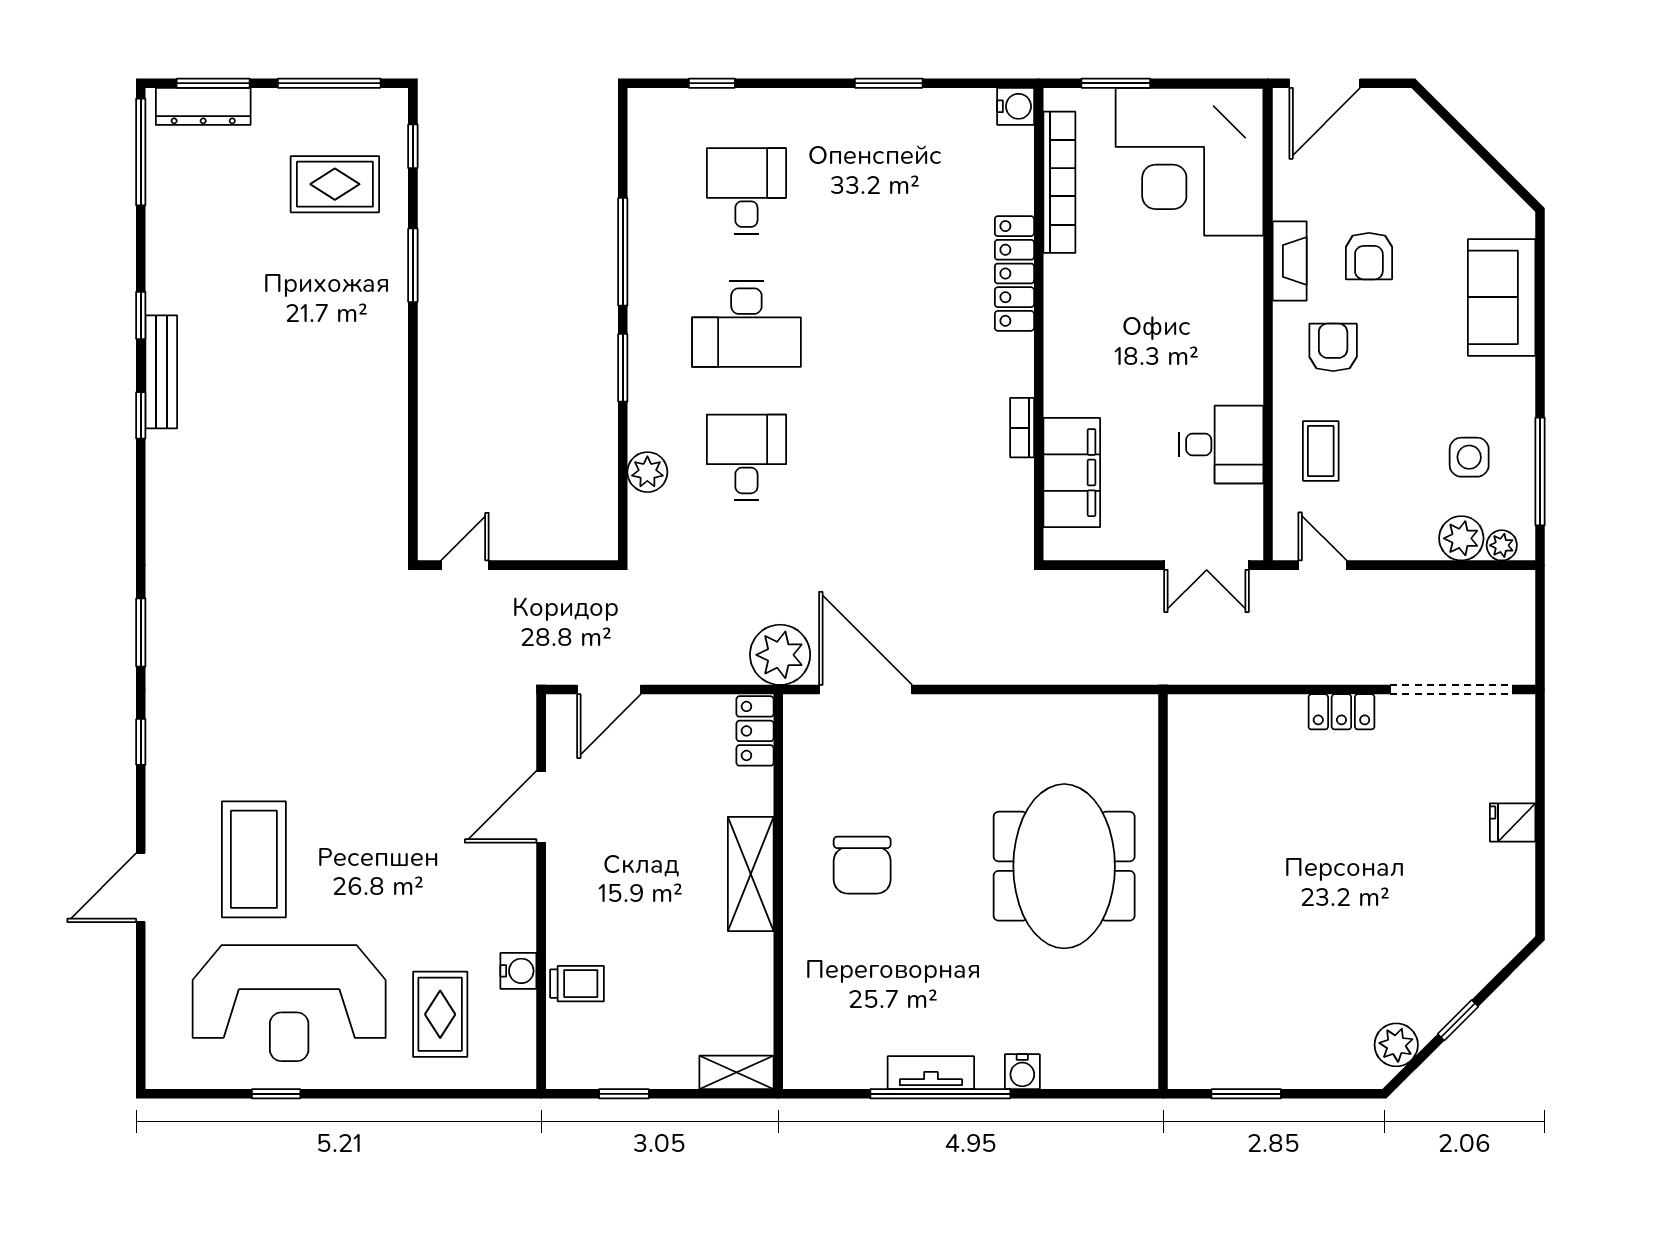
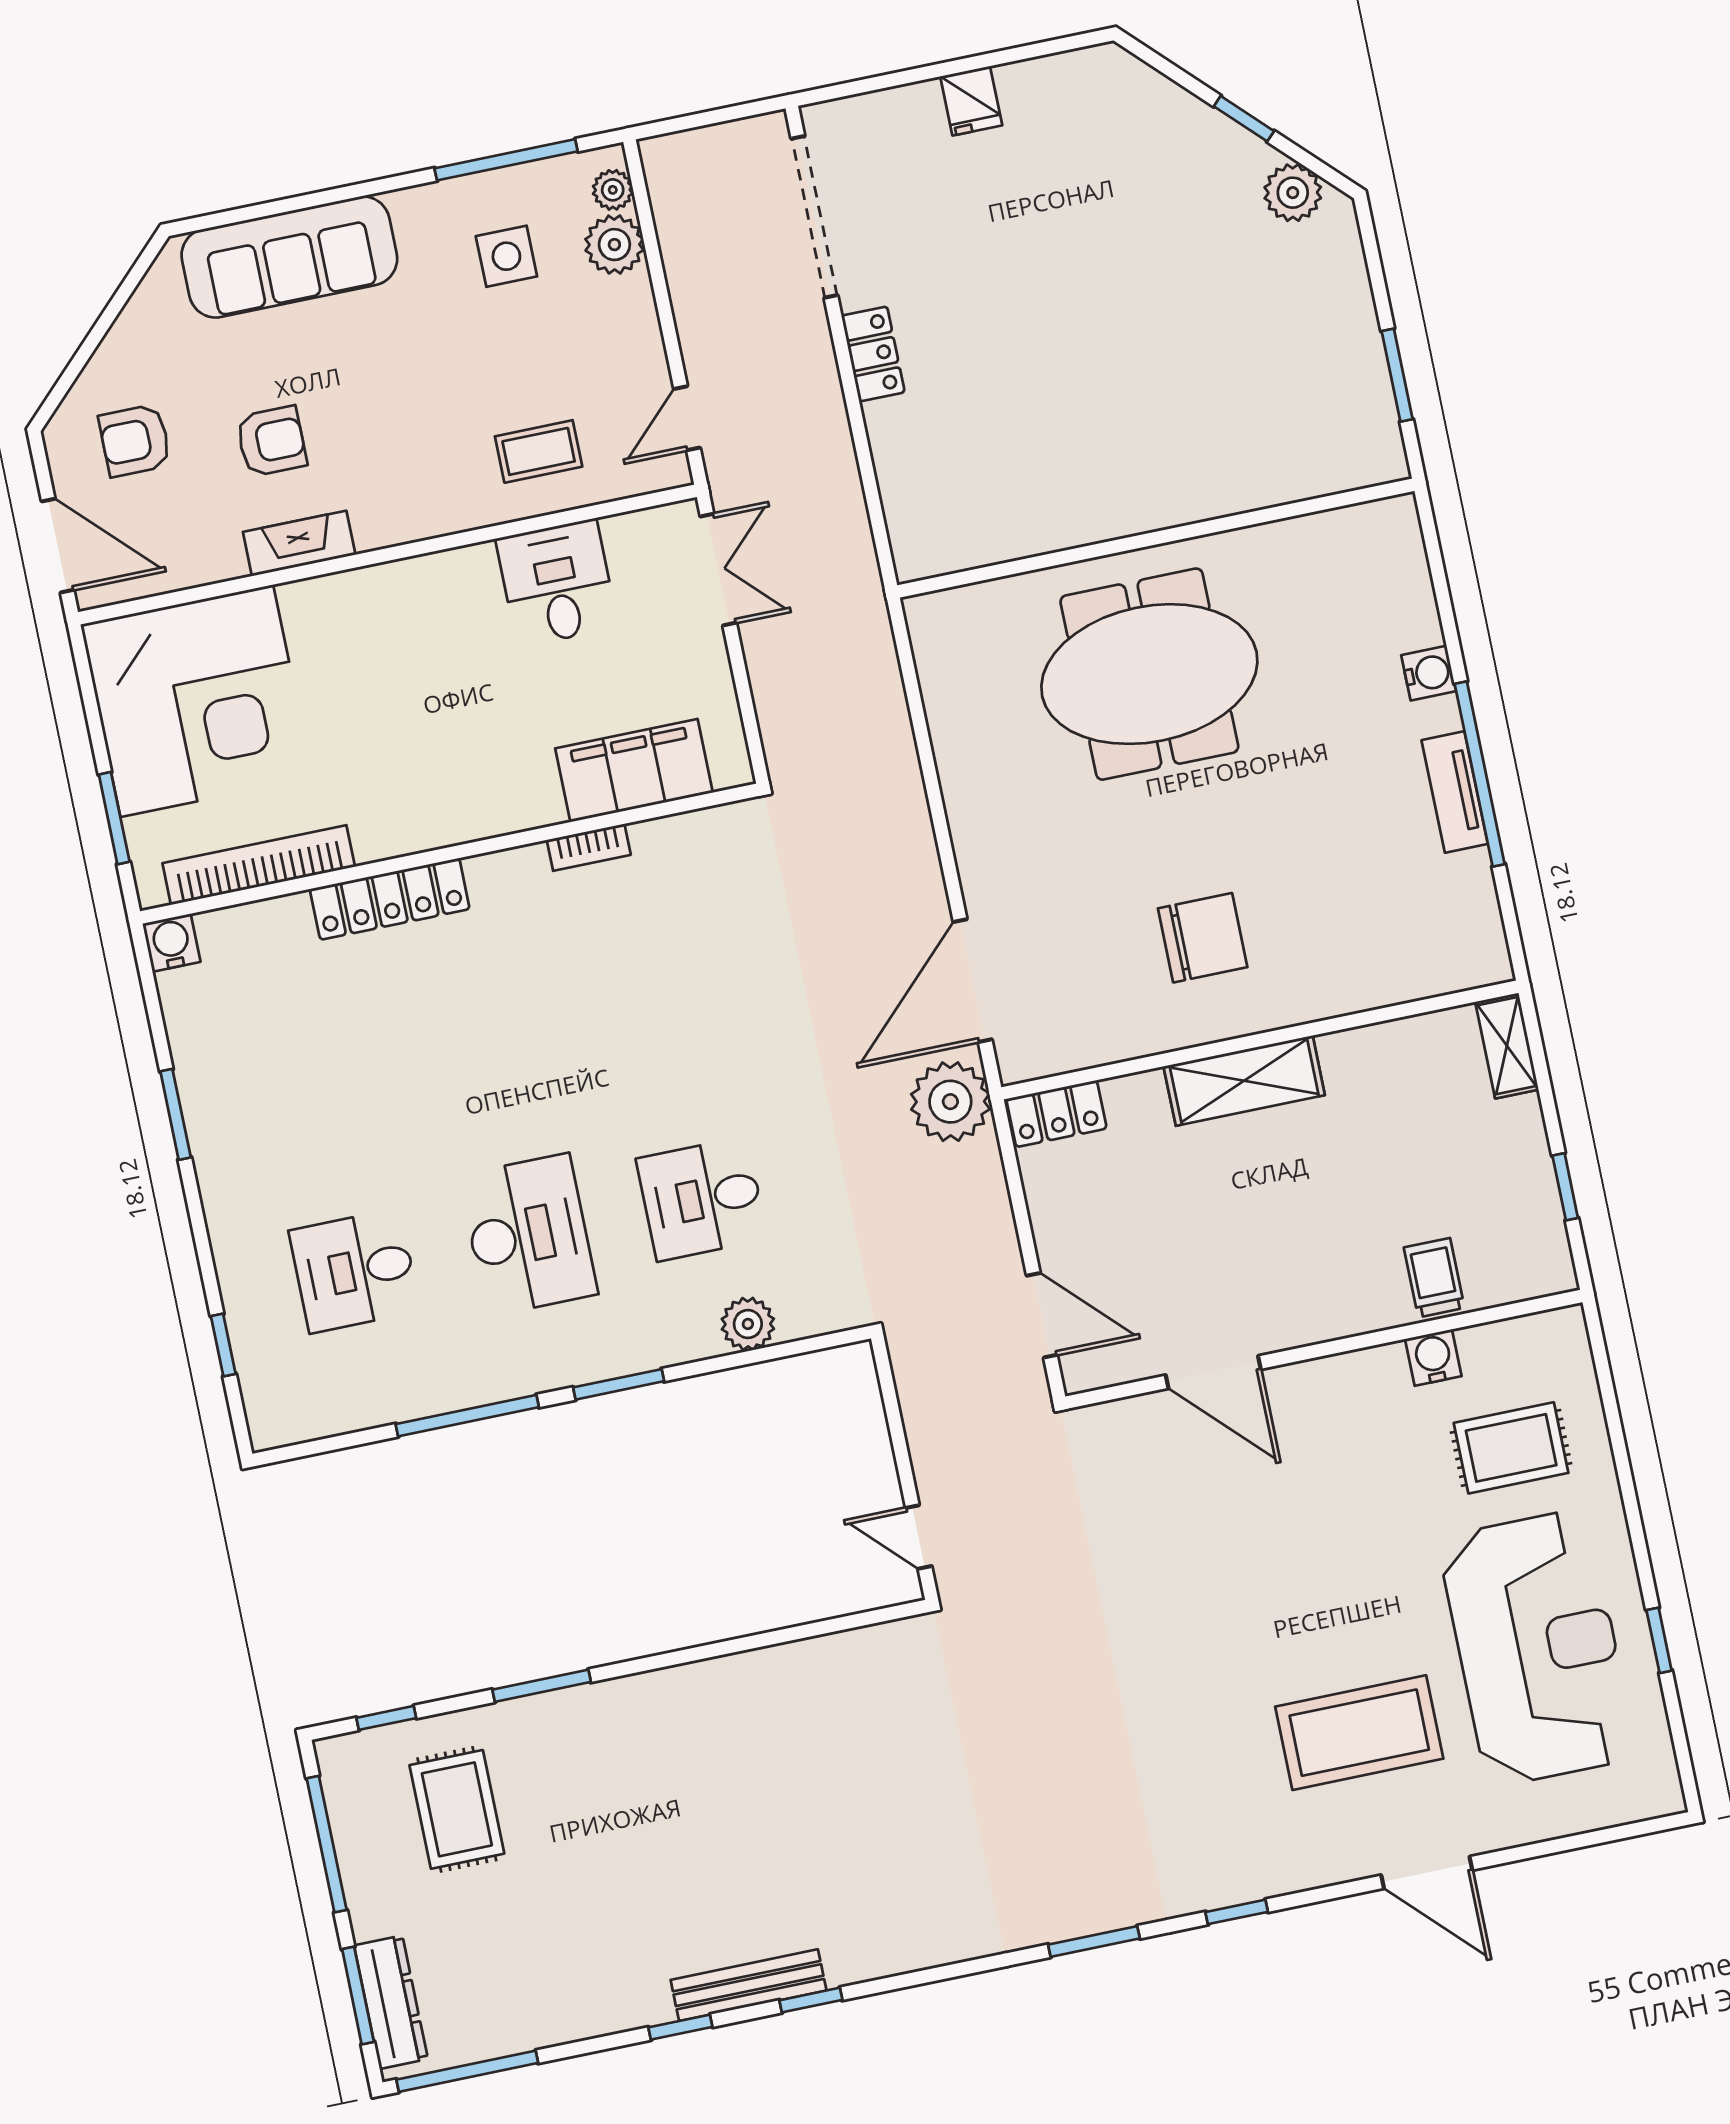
sofa: (1502, 297) -> (289, 257), width x1.36
armchair: (1333, 347) -> (135, 440), moved

